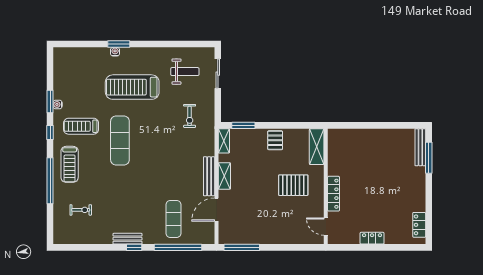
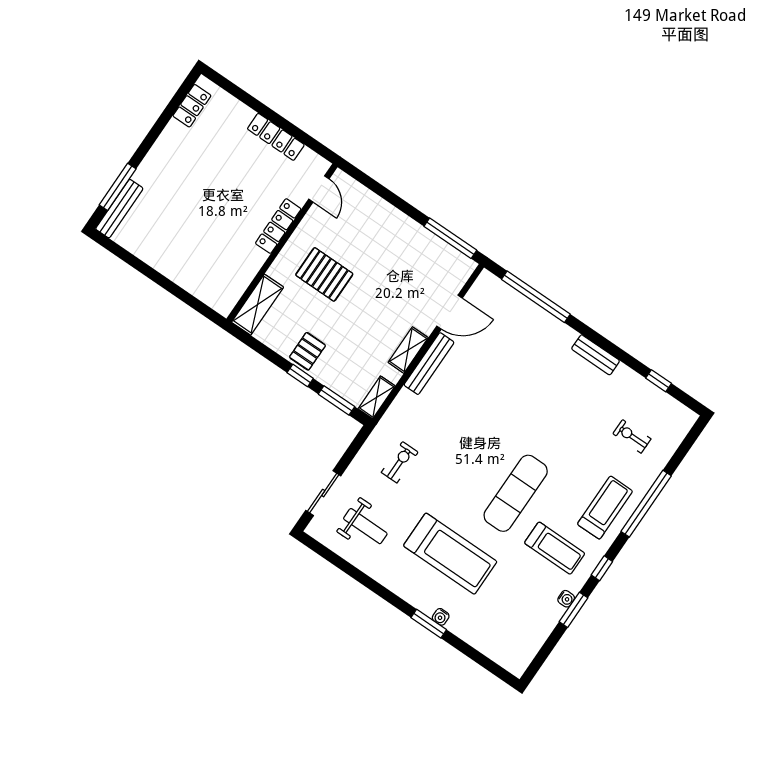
weight bench: (185, 72) -> (365, 526), turned 180
window: (270, 125) -> (300, 376), added
exercise mat: (173, 219) -> (516, 339), removed
locker: (372, 238) -> (276, 137), width x1.53
window: (134, 247) -> (659, 381), moved

